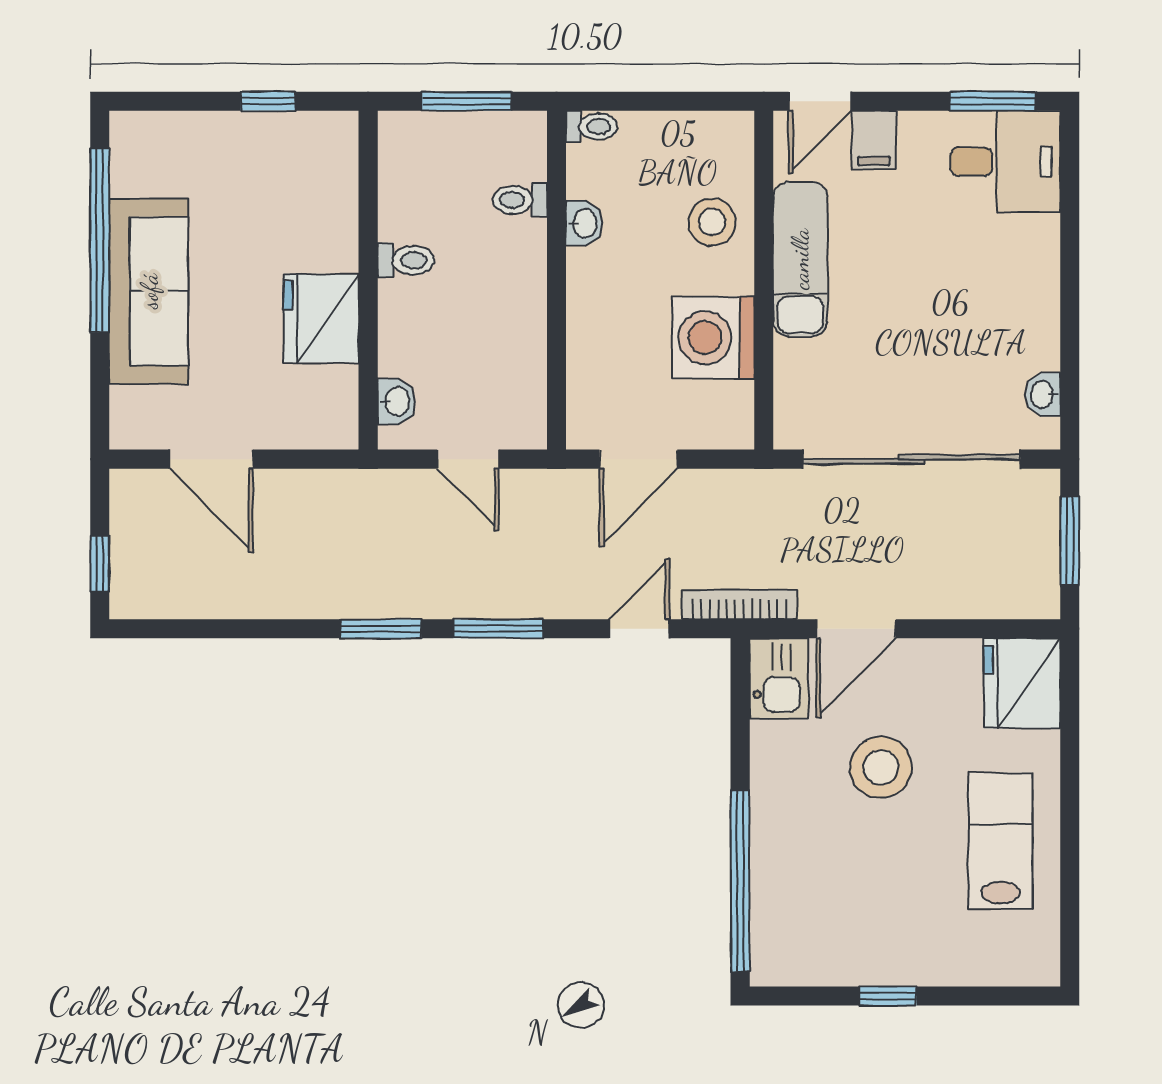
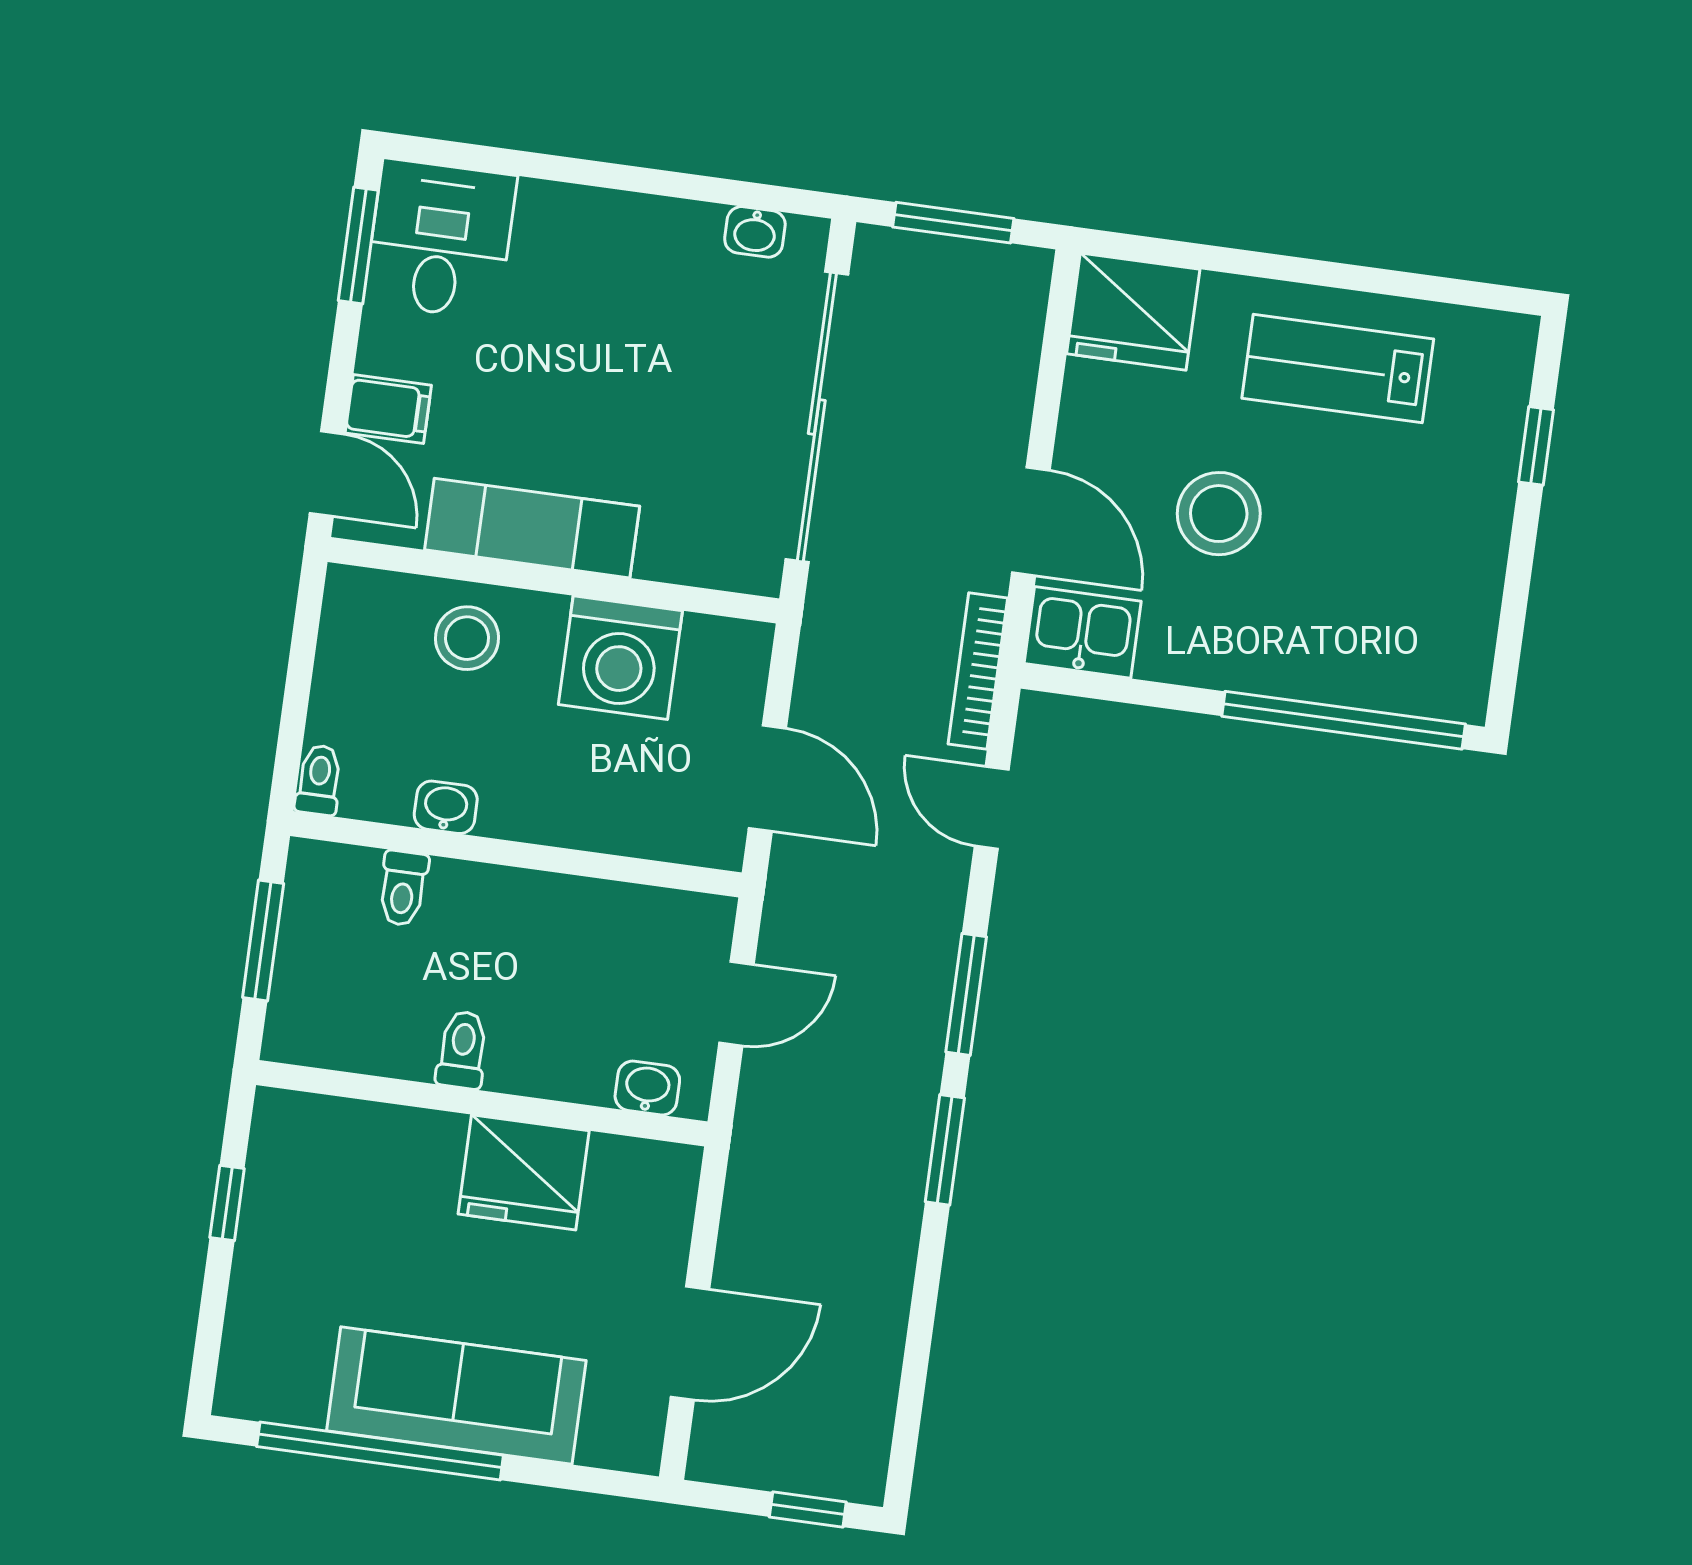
window: (888, 996) -> (1536, 446), moved

